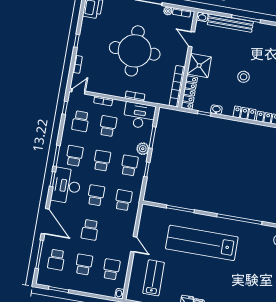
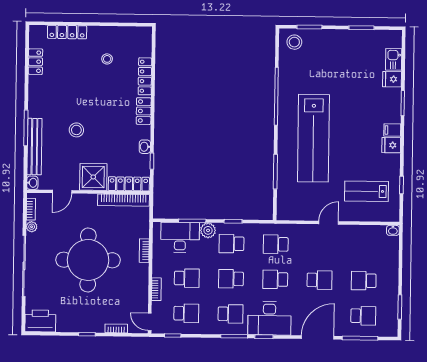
stool: (244, 77) -> (76, 130), moved
desk: (139, 116) -> (180, 237), moved, turned 90
school desk: (108, 126) -> (187, 278), turned 180
school desk: (74, 156) -> (231, 314), turned 180
school desk: (111, 269) -> (364, 245), removed

